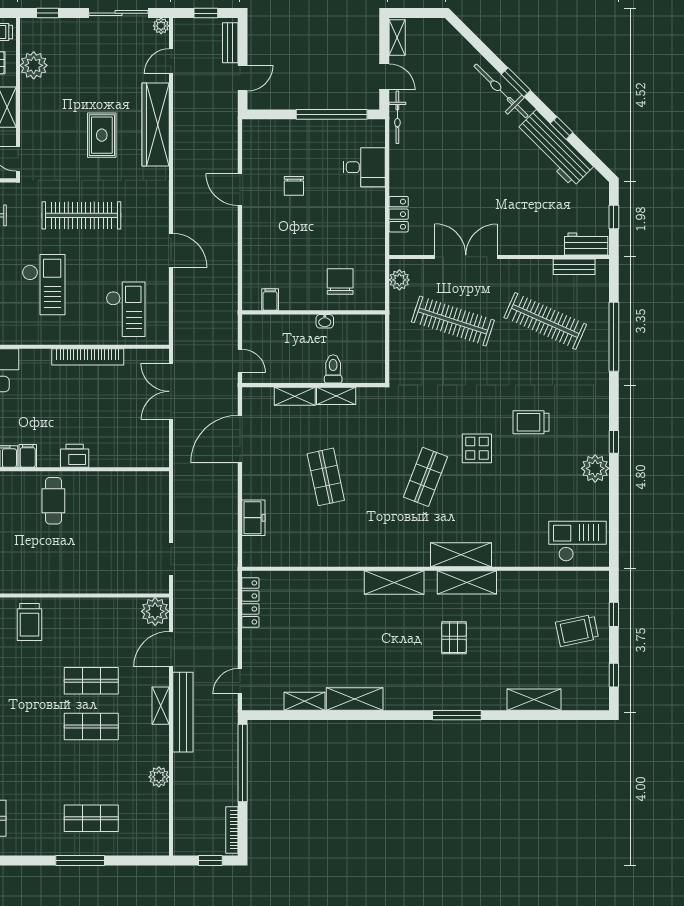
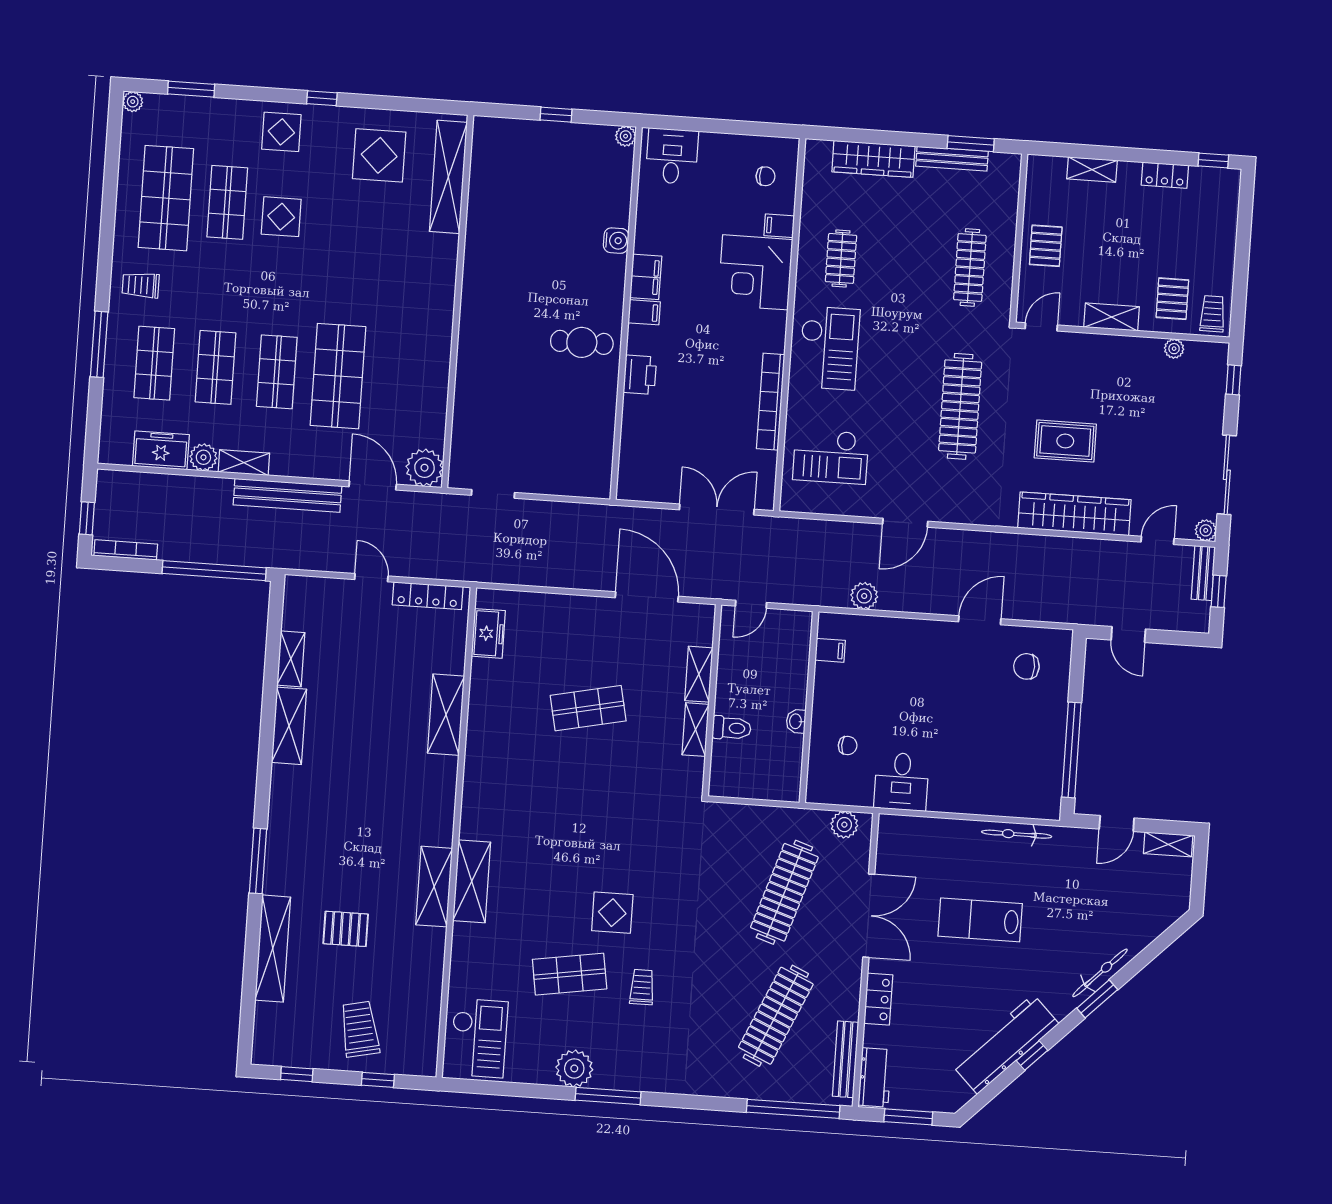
bench: (230, 43) -> (1203, 573), moved, turned 90
door: (171, 61) -> (1158, 540), hinge flipped
plant: (34, 65) -> (1174, 349), width x0.53, depth x0.53
bicycle: (501, 91) -> (1100, 973), width x0.73, depth x0.71
bicycle: (397, 117) -> (1017, 834), moved
desk: (364, 167) -> (901, 782), moved
lab bench: (463, 174) -> (980, 920), added
chair: (294, 186) -> (1026, 666), moved
locker: (399, 214) -> (878, 999), moved, turned -90
window: (614, 217) -> (908, 1117), width x1.50
bench: (574, 267) -> (846, 1059), width x1.36
plant: (228, 277) -> (864, 596), added
chair: (340, 282) -> (848, 746), width x0.54, depth x0.54
checkout: (44, 285) -> (829, 348), moved, turned -90
window: (614, 337) -> (793, 1109), moved
trolley: (531, 422) -> (642, 987), width x0.73, depth x0.72
window: (614, 442) -> (608, 1096), width x2.17
shop shelf: (425, 477) -> (570, 974), moved, turned -30
freezer: (253, 518) -> (488, 633), moved, turned -90
shelving: (394, 583) -> (446, 715), moved
trolley: (30, 622) -> (141, 285), moved, width x0.73, depth x0.72
pallet: (454, 638) -> (346, 929), moved
shop shelf: (91, 681) -> (338, 376), width x1.43, depth x1.36
door: (240, 681) -> (371, 578), moved
shelving: (534, 700) -> (273, 949), width x1.47
shelving: (161, 706) -> (244, 463), moved
shop shelf: (91, 772) -> (216, 367), added
freezer: (156, 809) -> (161, 450), added

